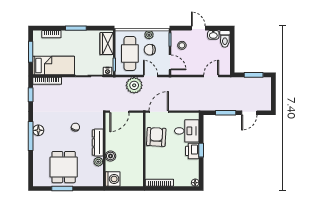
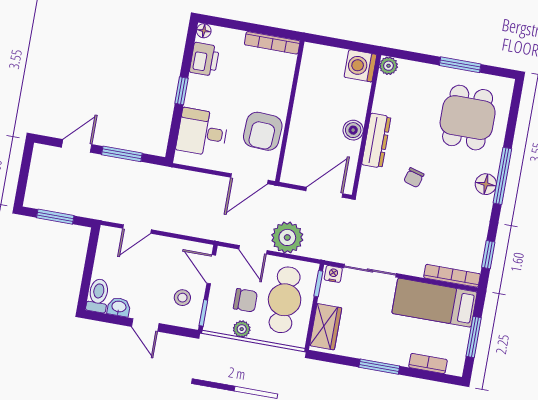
printer: (192, 151) -> (204, 59), moved
boiler: (110, 156) -> (353, 130), moved
plant: (98, 162) -> (388, 66), moved
dining table: (64, 167) -> (468, 118), moved

